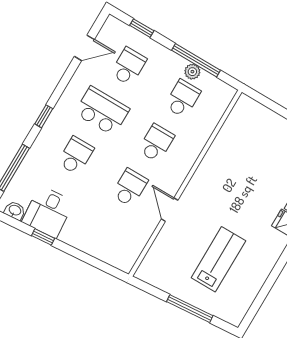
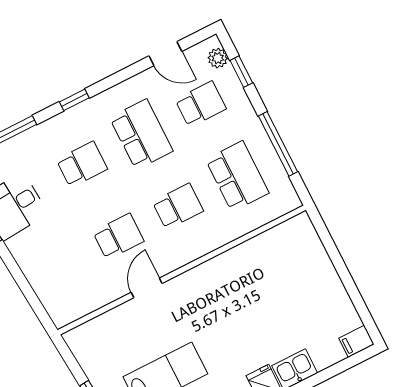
plant: (192, 72) -> (218, 58), moved
school desk: (183, 99) -> (237, 176), width x1.85

